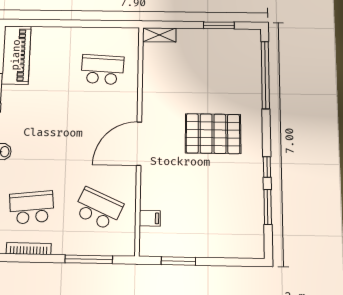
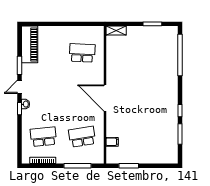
pallet: (213, 134) -> (149, 91), removed
door: (139, 144) -> (105, 98), hinge flipped
school desk: (98, 209) -> (82, 137), turned -33

